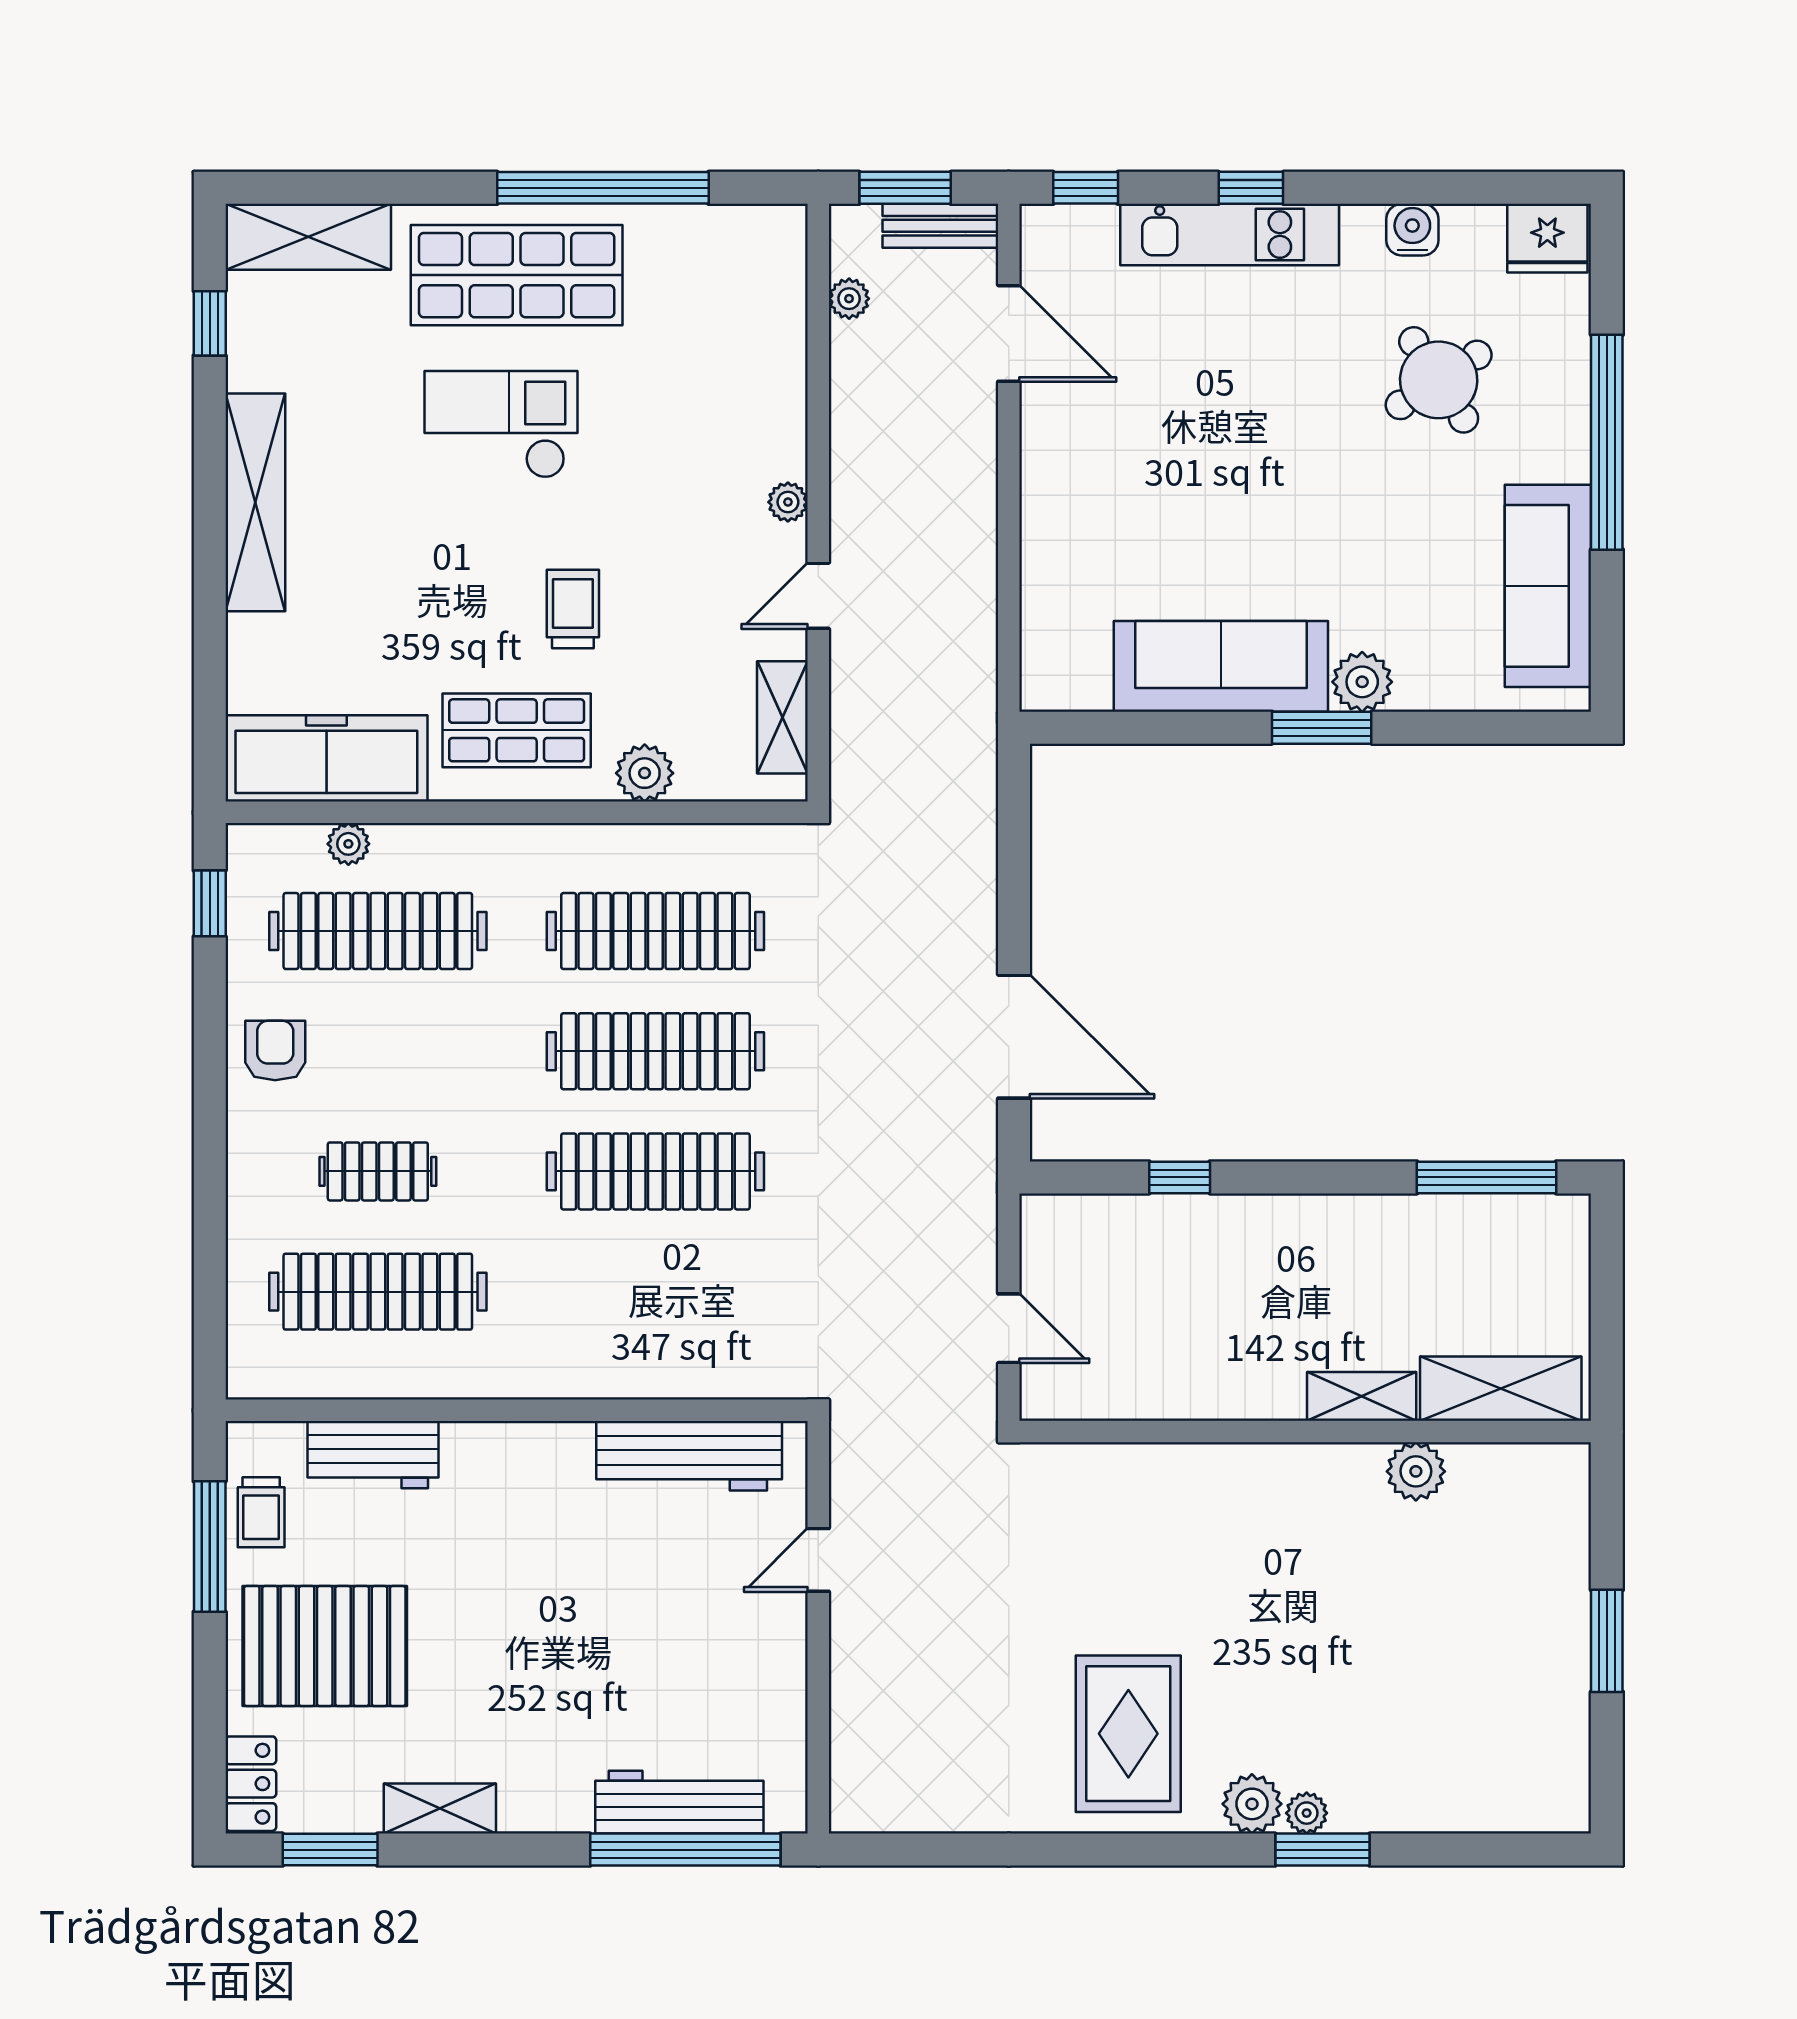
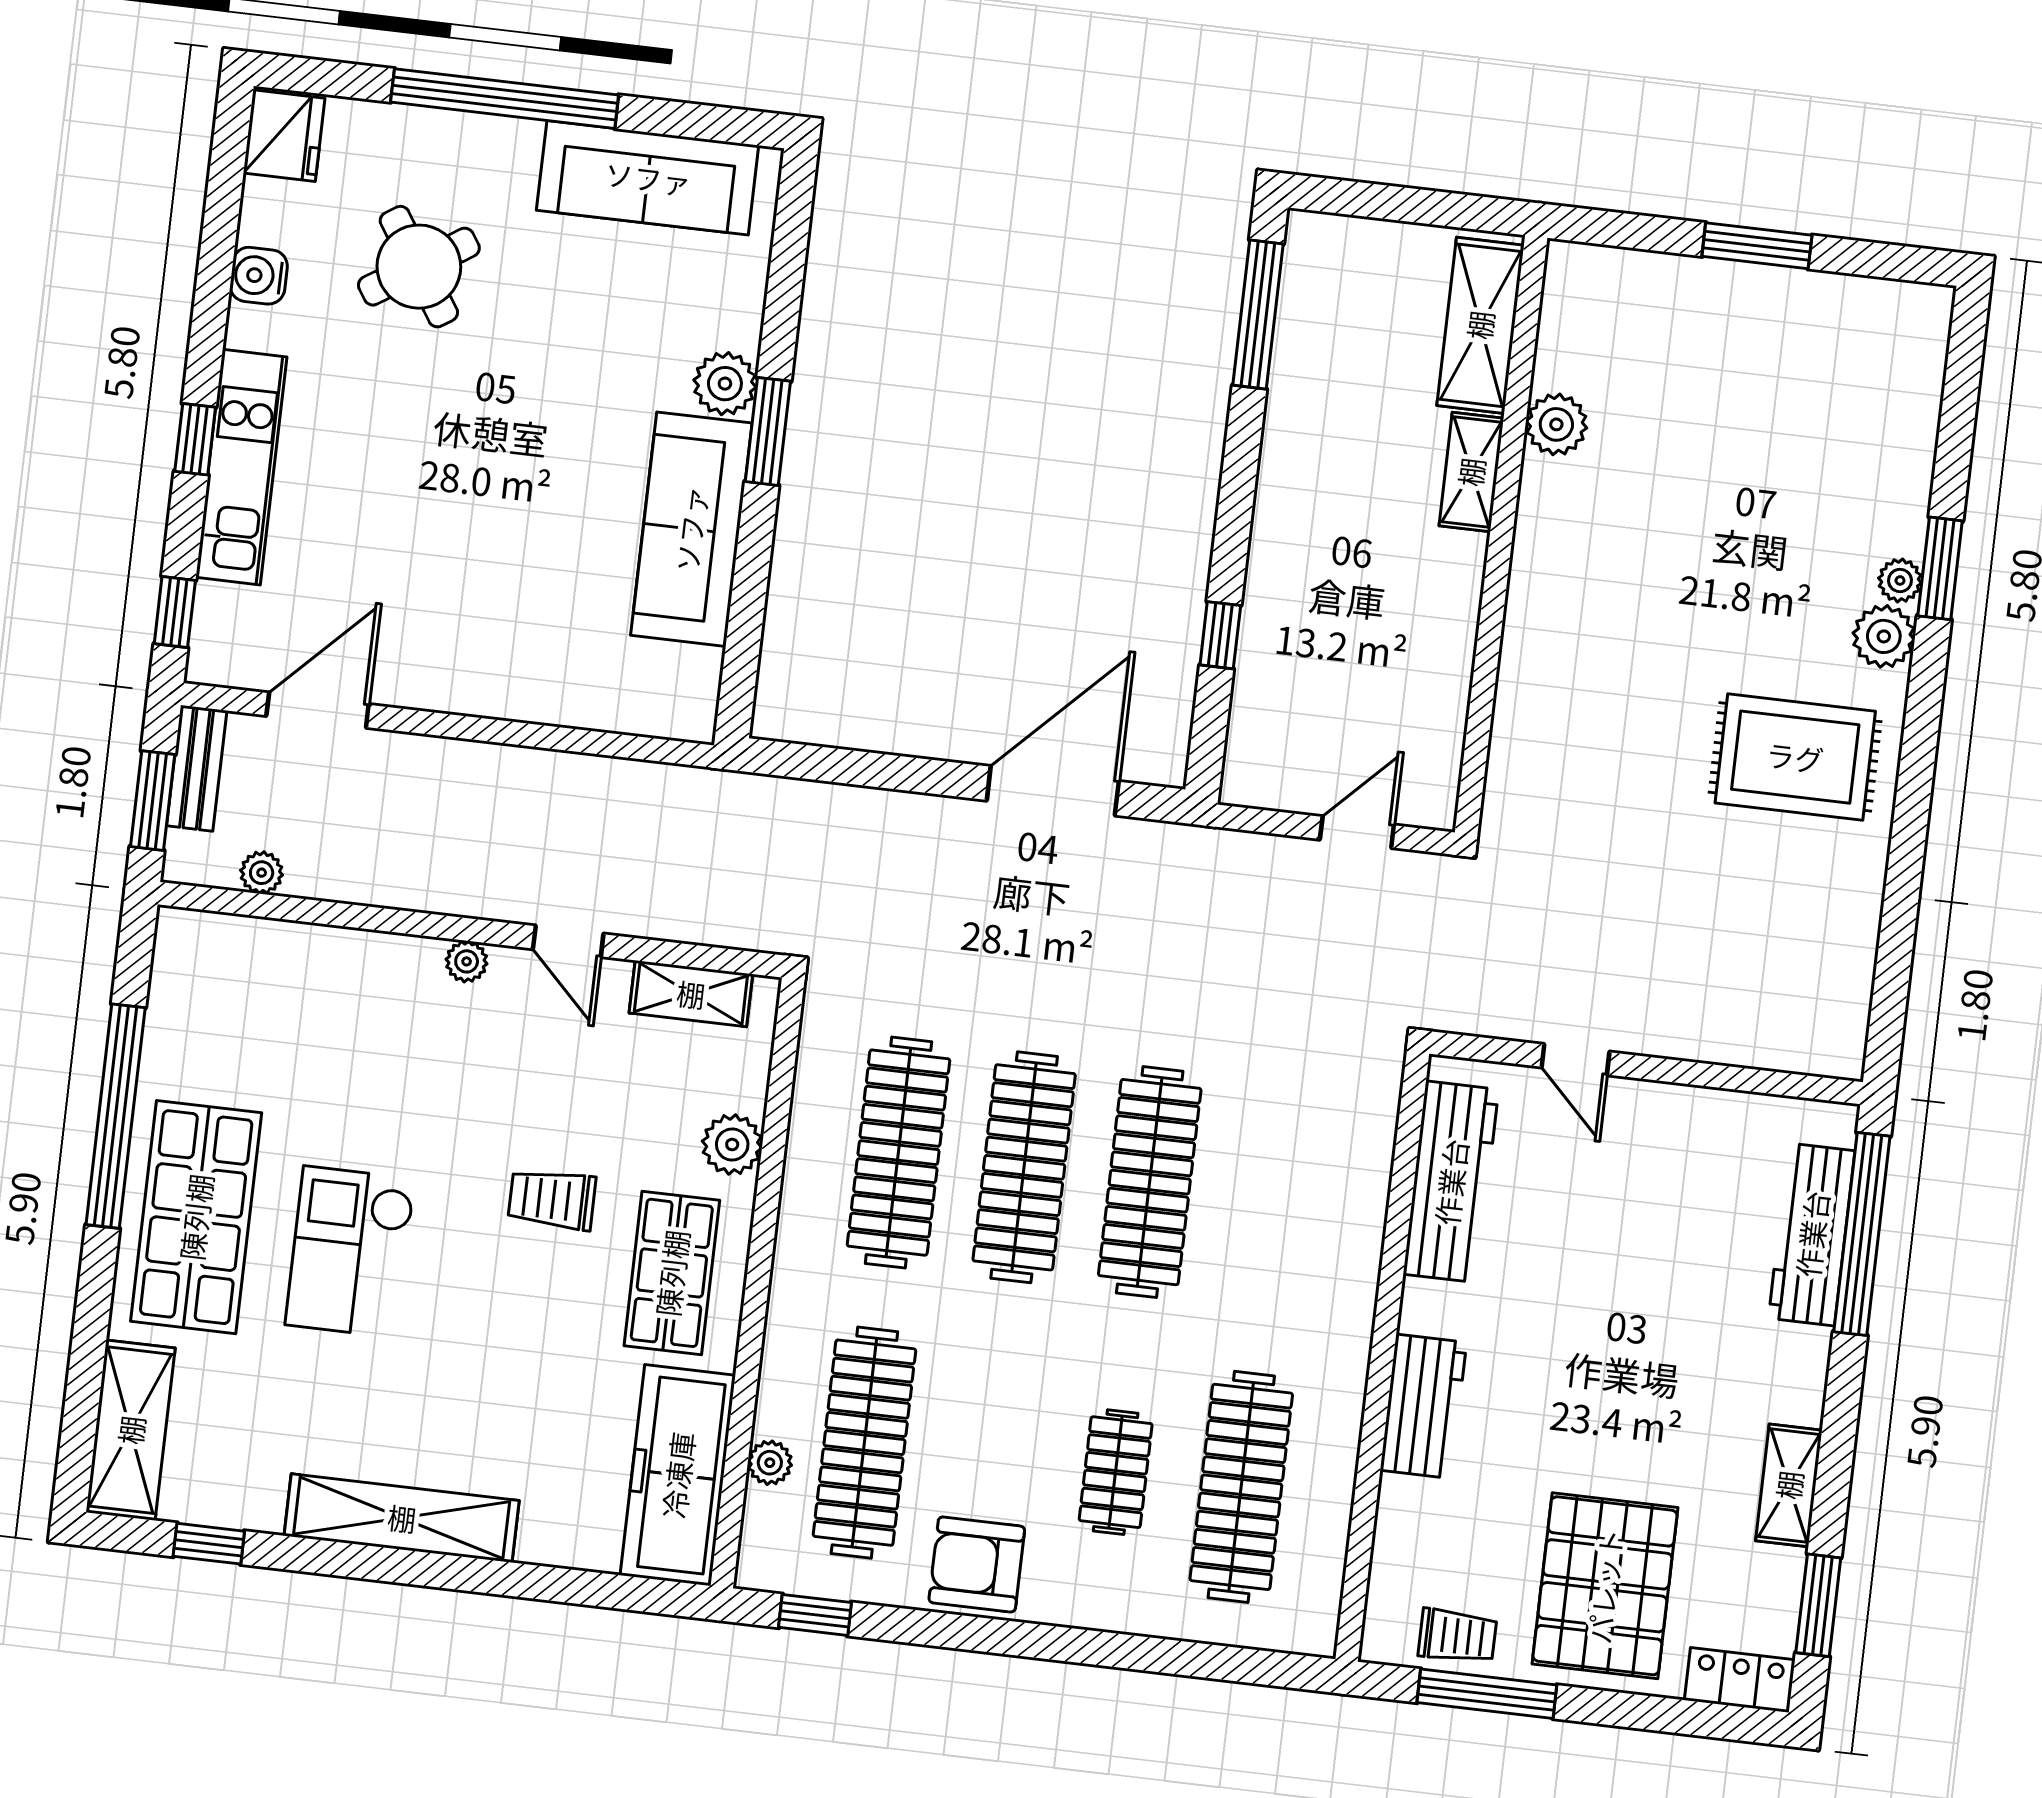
armchair: (275, 1051) -> (977, 1564), width x1.38, depth x1.38
workbench: (373, 1455) -> (1423, 1406), moved

